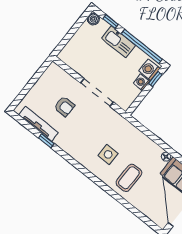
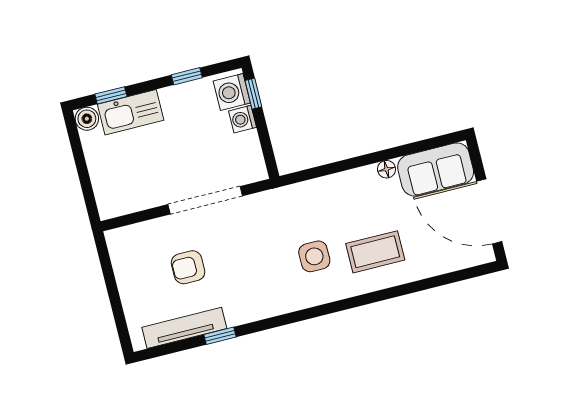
kitchen sink: (118, 42) -> (131, 112), moved
window: (142, 46) -> (187, 76), width x0.32
armchair: (64, 106) -> (188, 267), turned 180
coffee table: (129, 178) -> (375, 252), turned 90

